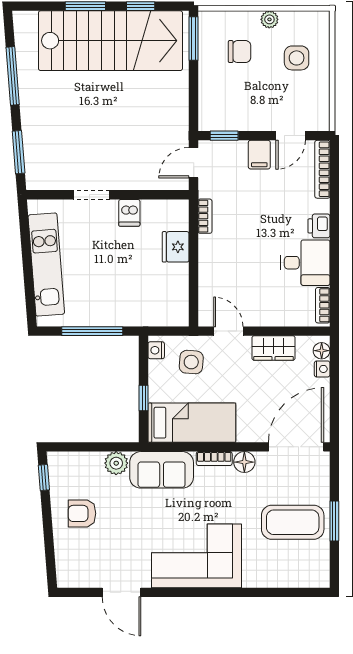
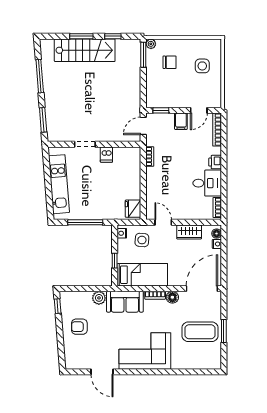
plant: (269, 19) -> (151, 44), moved
stairs: (110, 41) -> (85, 50), width x0.73, depth x0.66
fridge: (176, 247) -> (133, 209), moved

